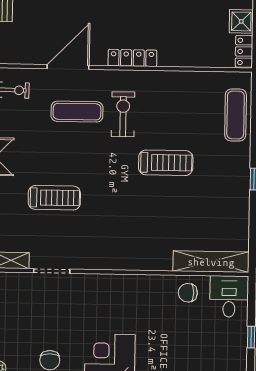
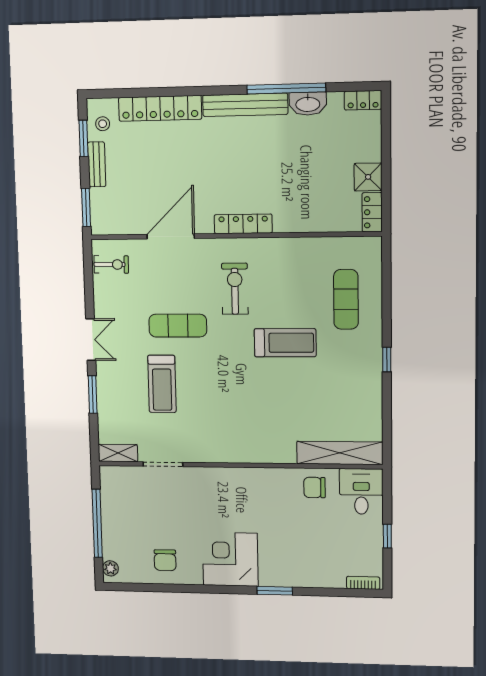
exercise mat: (77, 112) -> (178, 326), moved
exercise mat: (236, 115) -> (346, 299), moved
treadmill: (54, 198) -> (162, 384), turned 90

